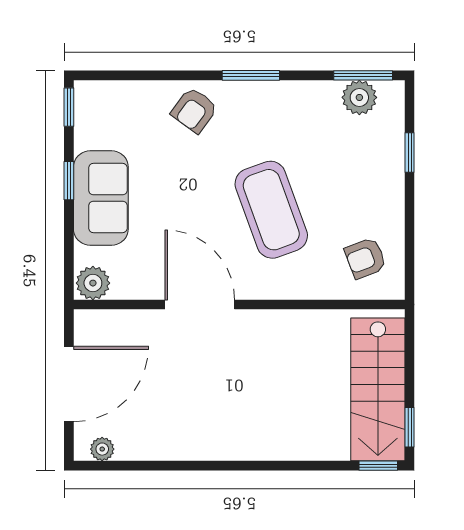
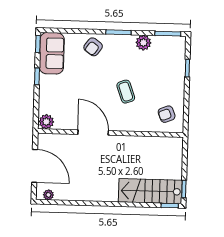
plant: (359, 97) -> (143, 43), moved
sofa: (101, 198) -> (52, 53), moved
coffee table: (271, 210) -> (126, 92), width x0.54, depth x0.58
door: (69, 384) -> (35, 166), hinge flipped
stairs: (378, 389) -> (150, 191), moved, turned 90

